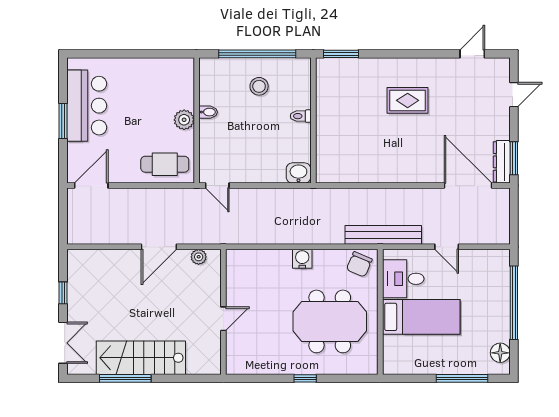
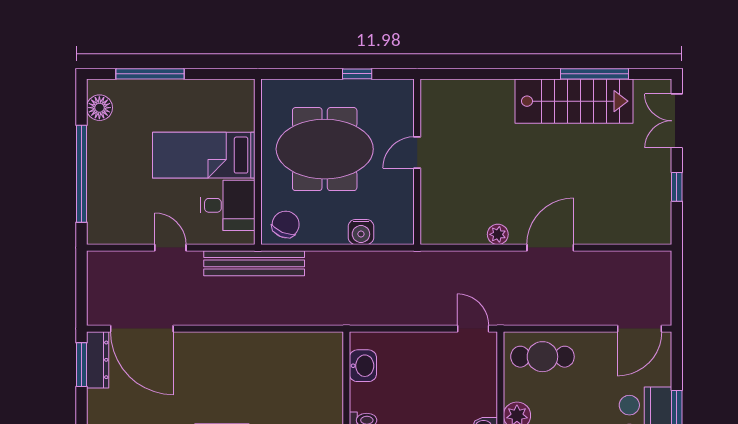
washbasin: (298, 173) -> (363, 366), moved, turned -90
wall: (223, 312) -> (417, 162), moved
door: (223, 319) -> (417, 153), moved

